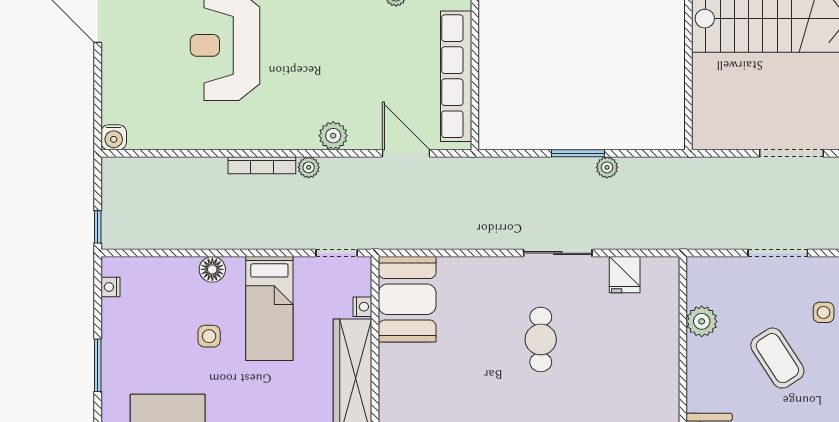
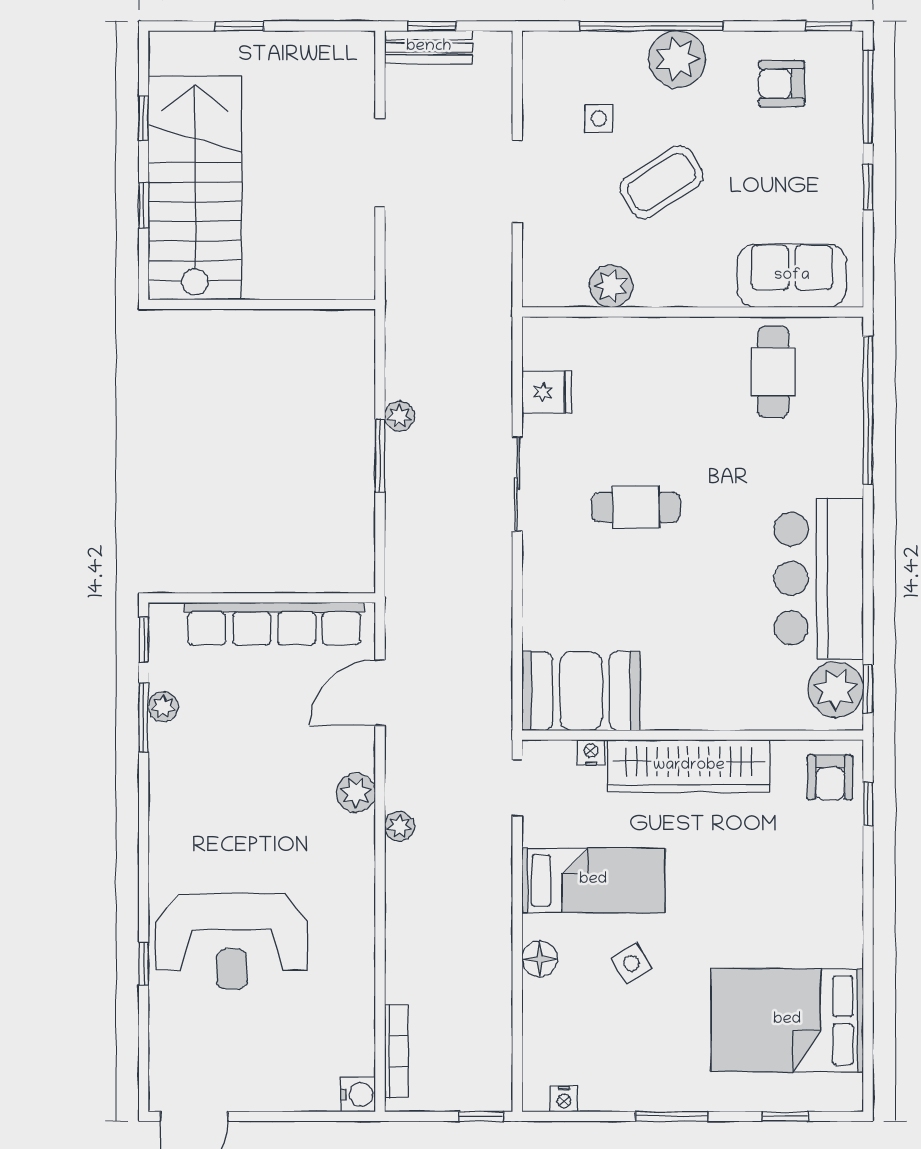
bookcase: (262, 165) -> (396, 1051), moved
side table: (209, 336) -> (632, 963), turned -31

